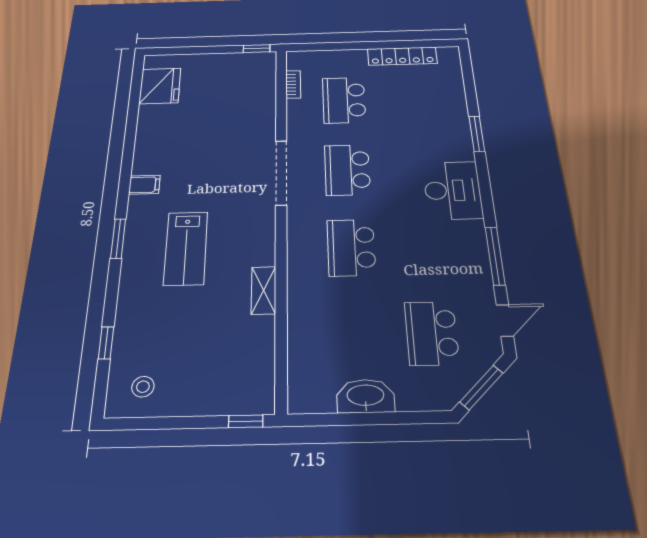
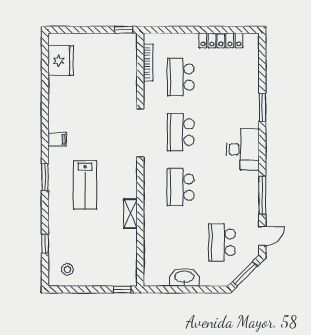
bookcase: (293, 84) -> (148, 62), width x1.56

